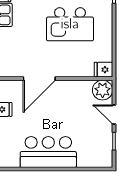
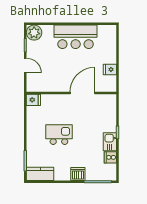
kitchen island: (70, 24) -> (59, 135), width x0.73, depth x0.78
plant: (103, 90) -> (34, 33), moved

